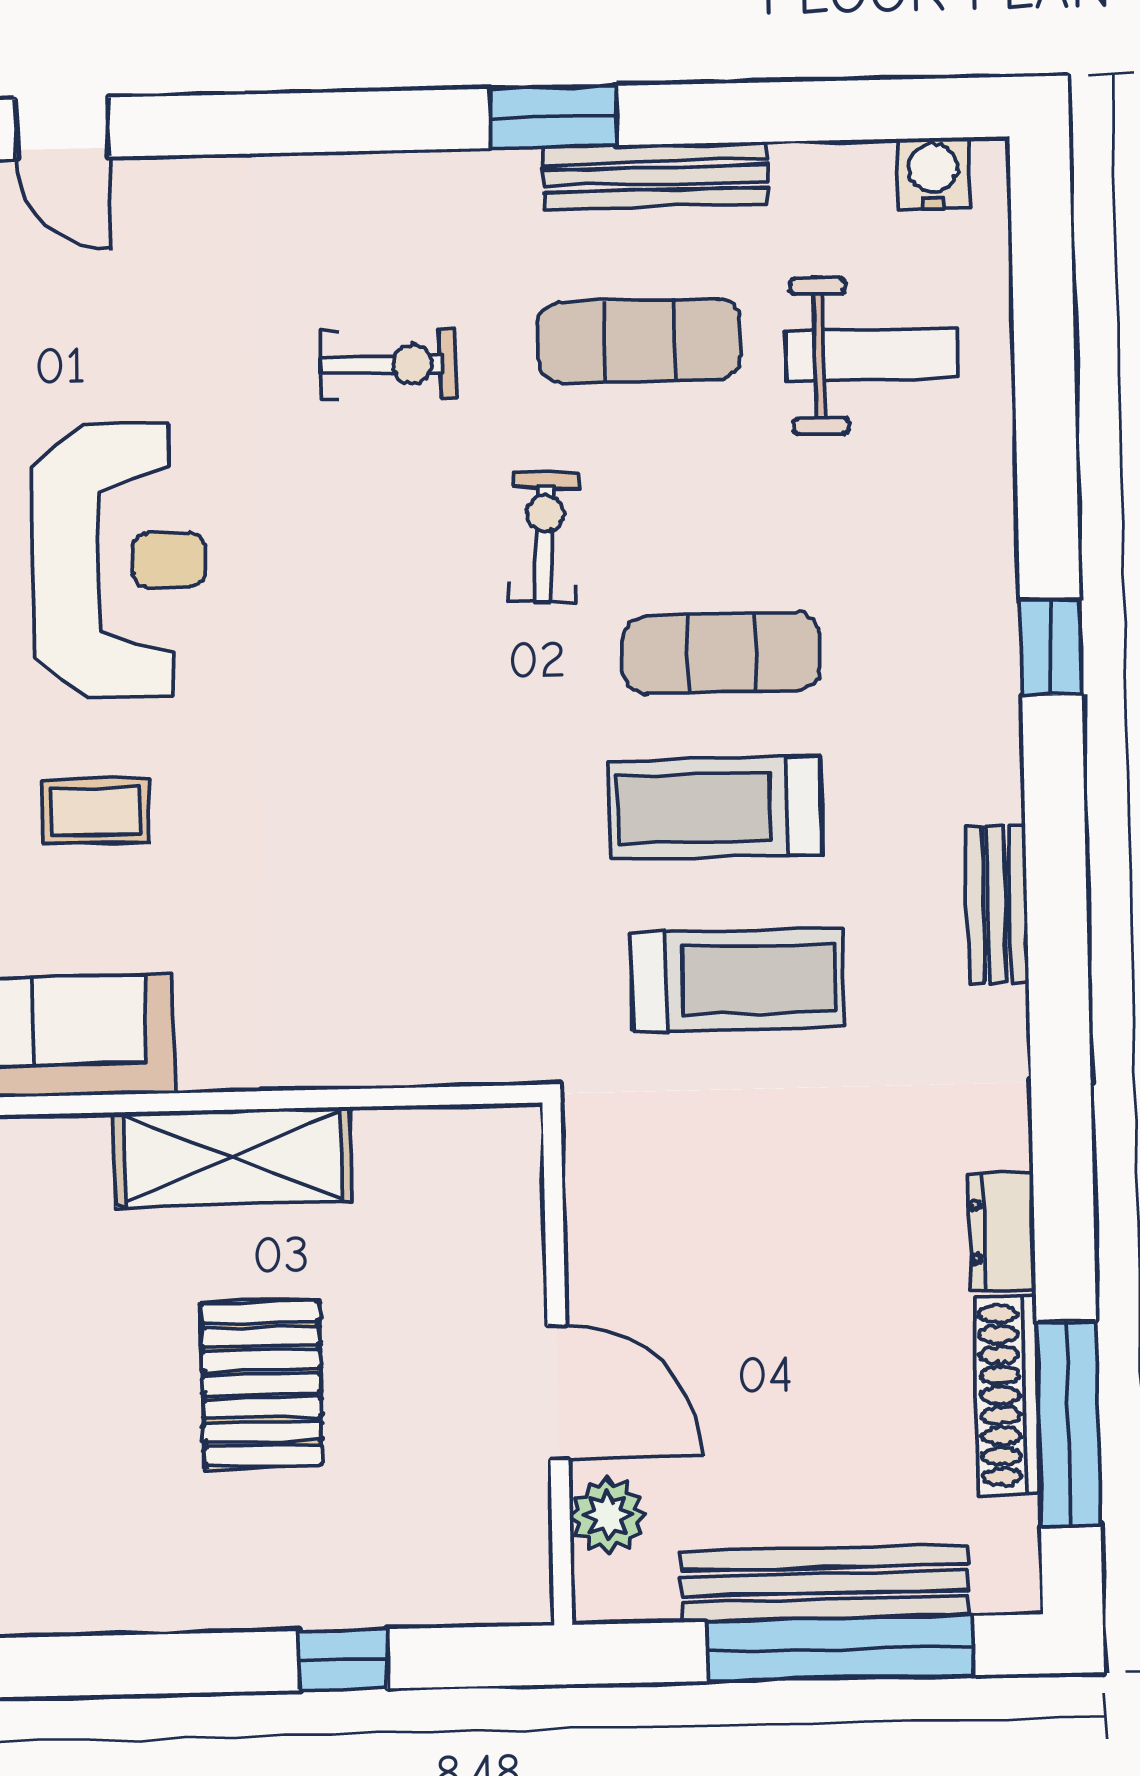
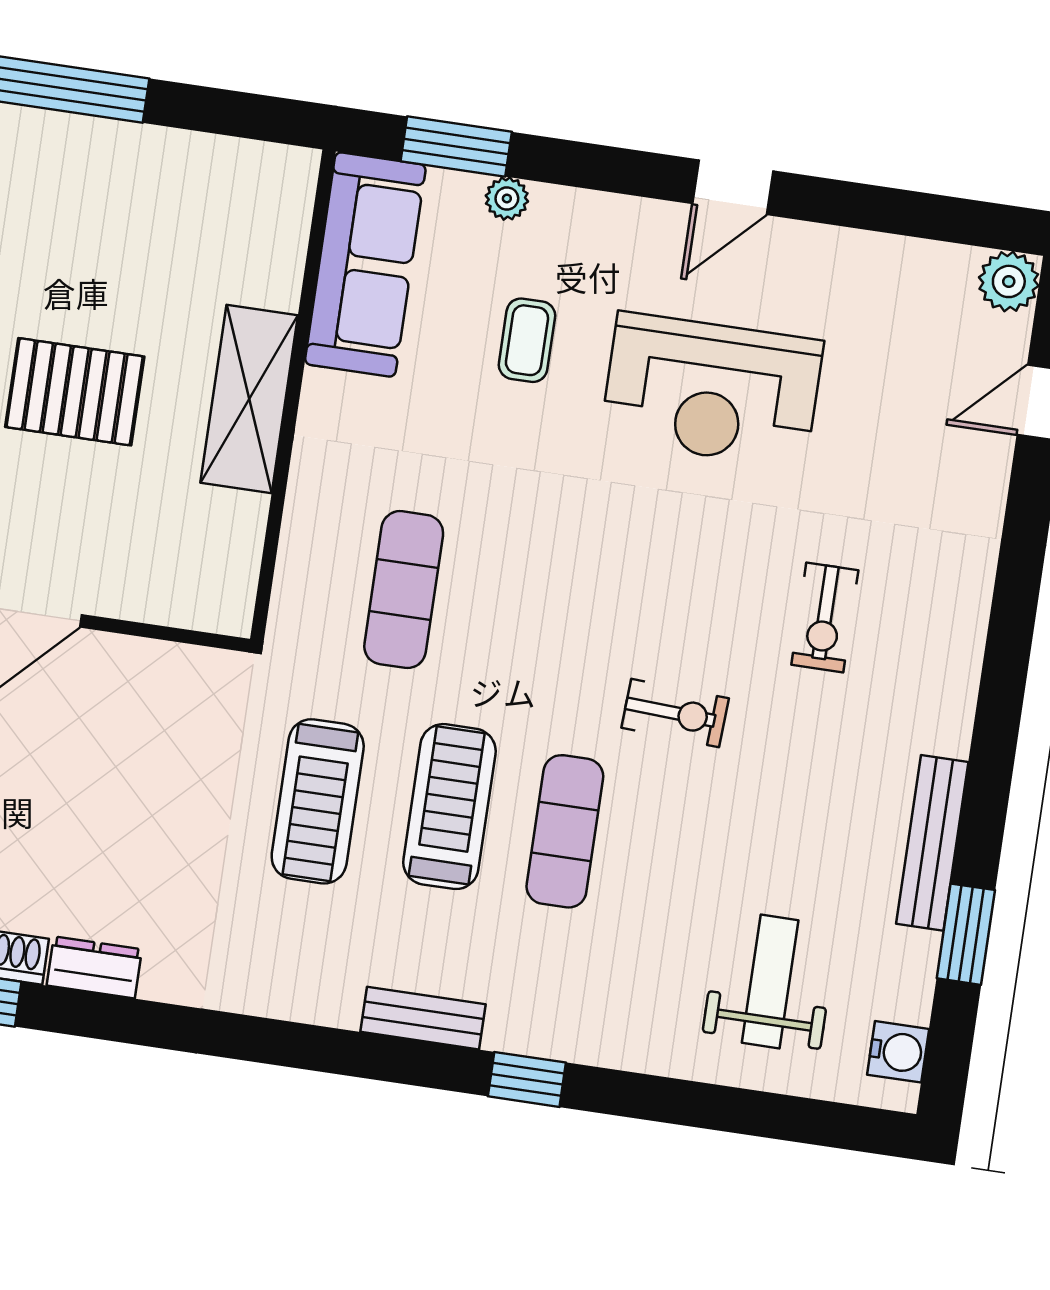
window: (554, 117) -> (966, 934), moved
exercise mat: (639, 340) -> (404, 590), moved
weight bench: (871, 355) -> (770, 981), turned 180
bench: (997, 905) -> (423, 1018), moved

